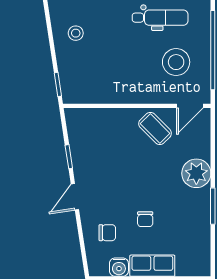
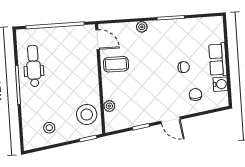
stool: (176, 62) -> (87, 114), moved
plant: (99, 116) -> (109, 106), added
coffee table: (155, 129) -> (116, 64), turned 45
plant: (196, 173) -> (142, 27), width x0.53, depth x0.53

